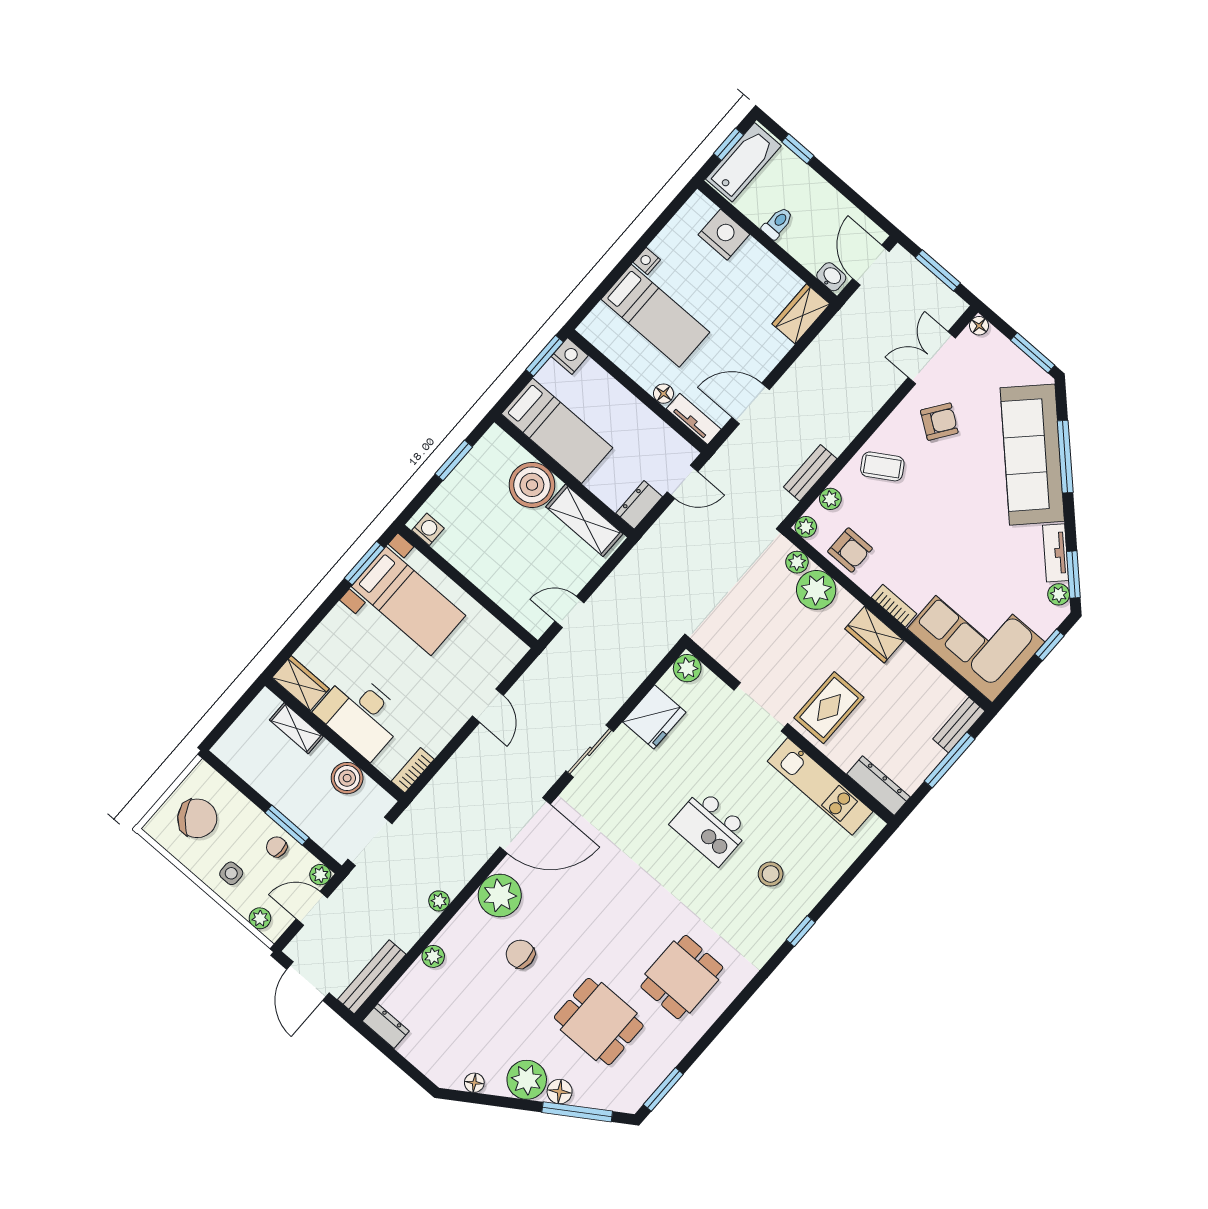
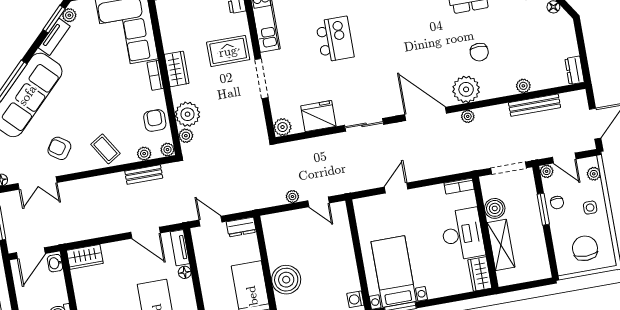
shelving: (584, 520) -> (274, 241), removed
plant: (606, 593) -> (292, 197), added
shelving: (296, 728) -> (501, 245), width x1.50, depth x1.33
chair: (197, 818) -> (585, 248), turned 35
plant: (439, 901) -> (468, 116), moved
bench: (372, 977) -> (534, 105), moved

